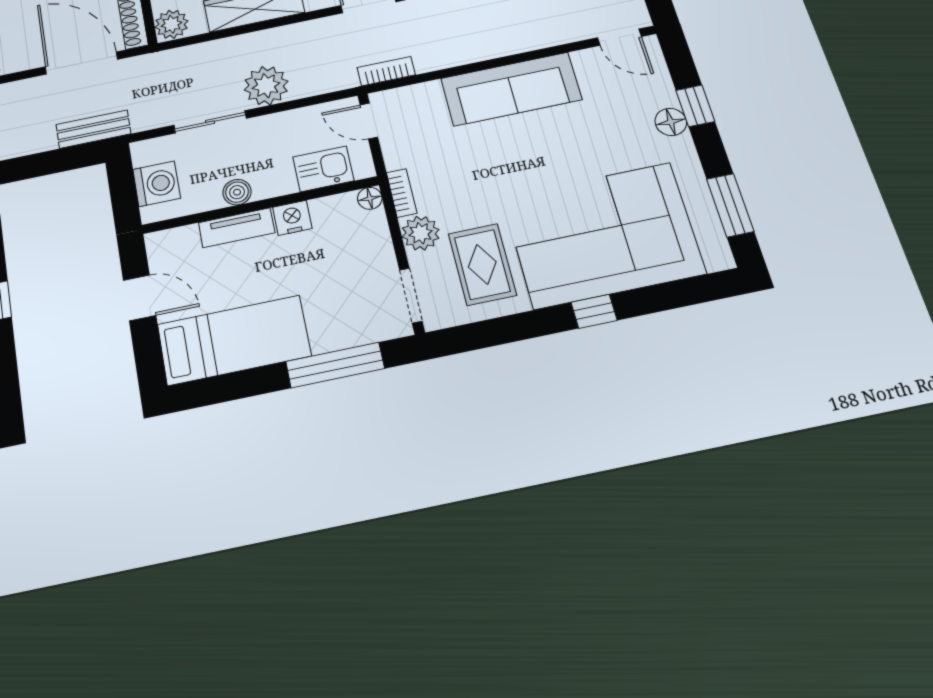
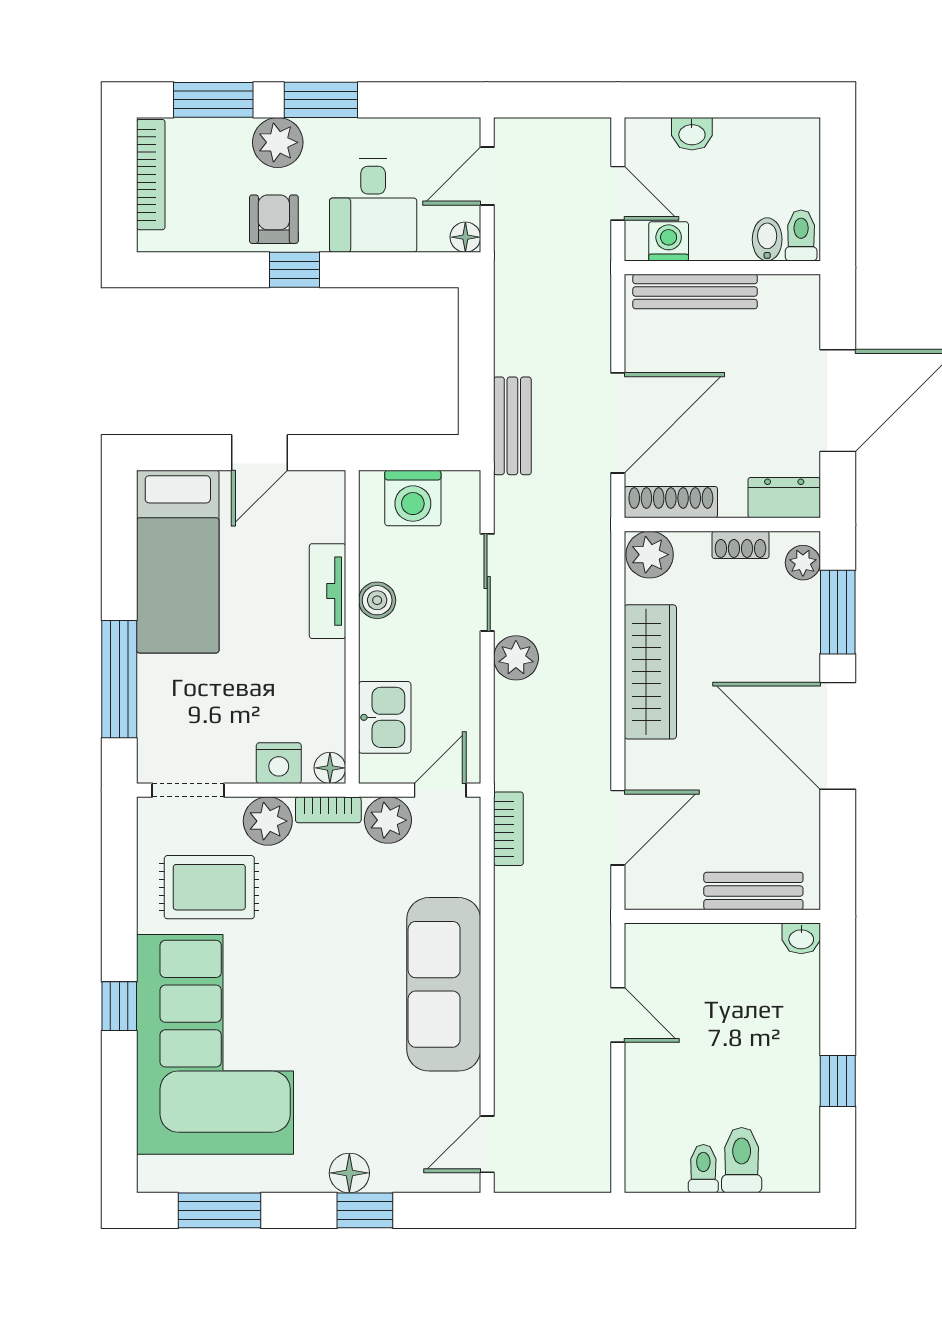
plant: (266, 86) -> (516, 658), width x0.73, depth x0.73
plant: (399, 151) -> (388, 820), added
nightstand: (292, 218) -> (279, 763), moved, turned 90

